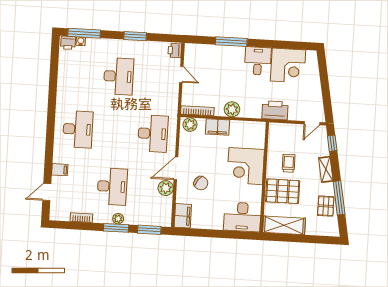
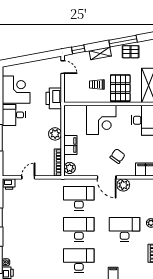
desk: (119, 76) -> (79, 229), moved

